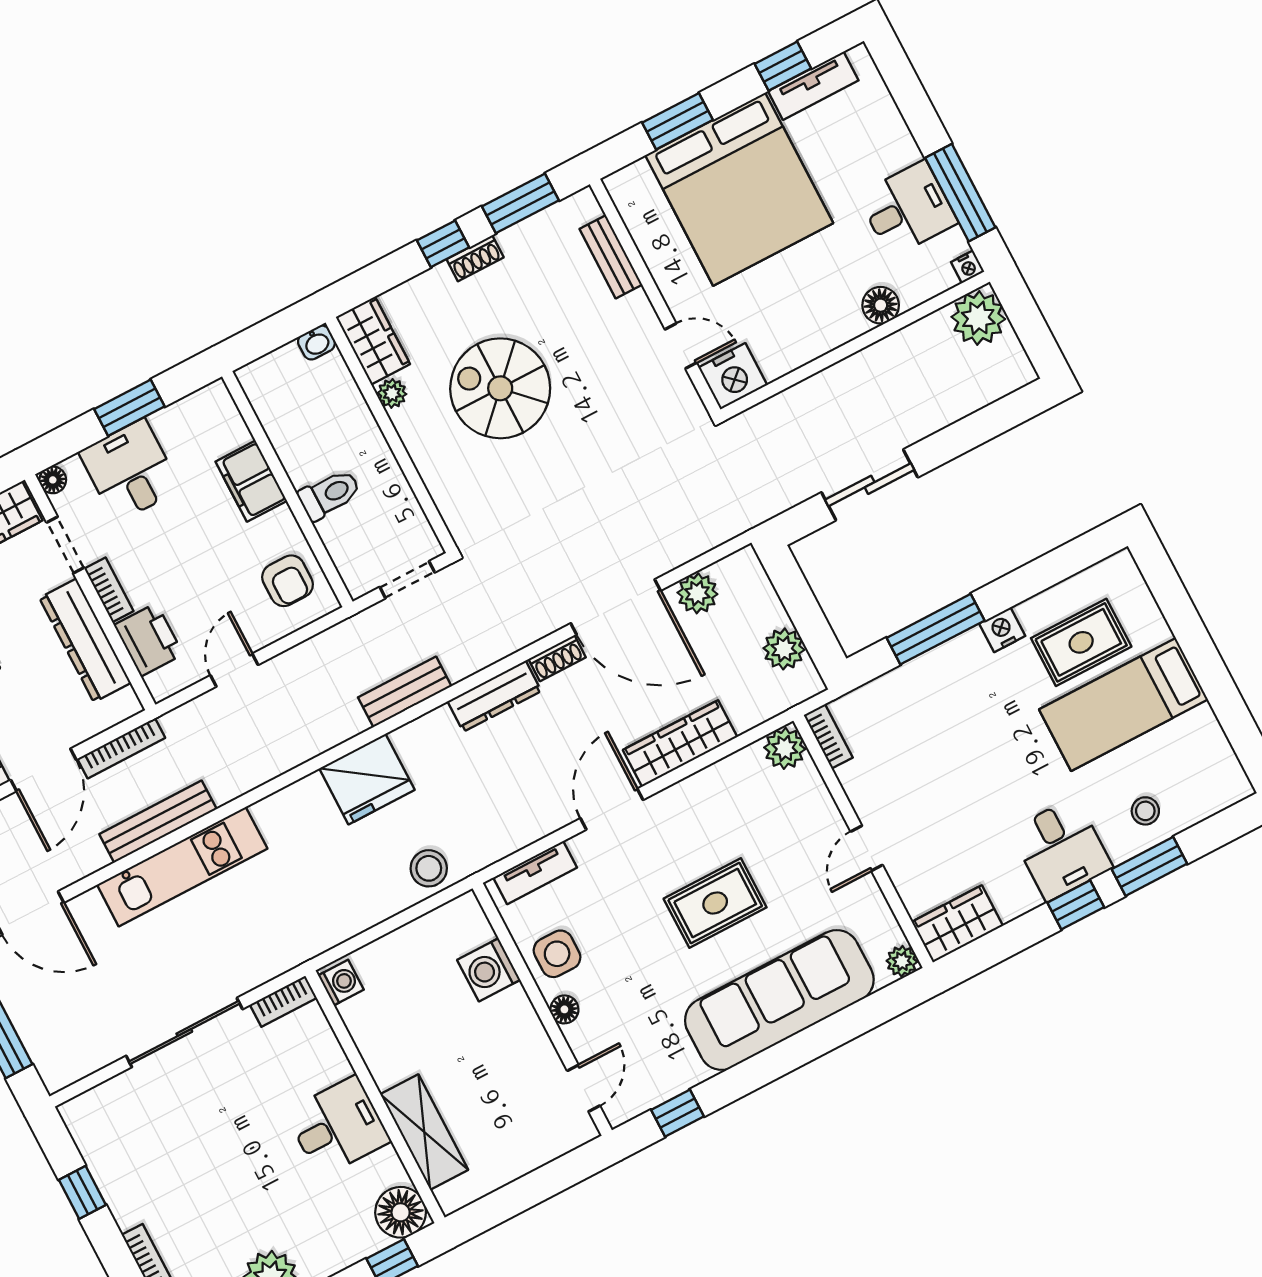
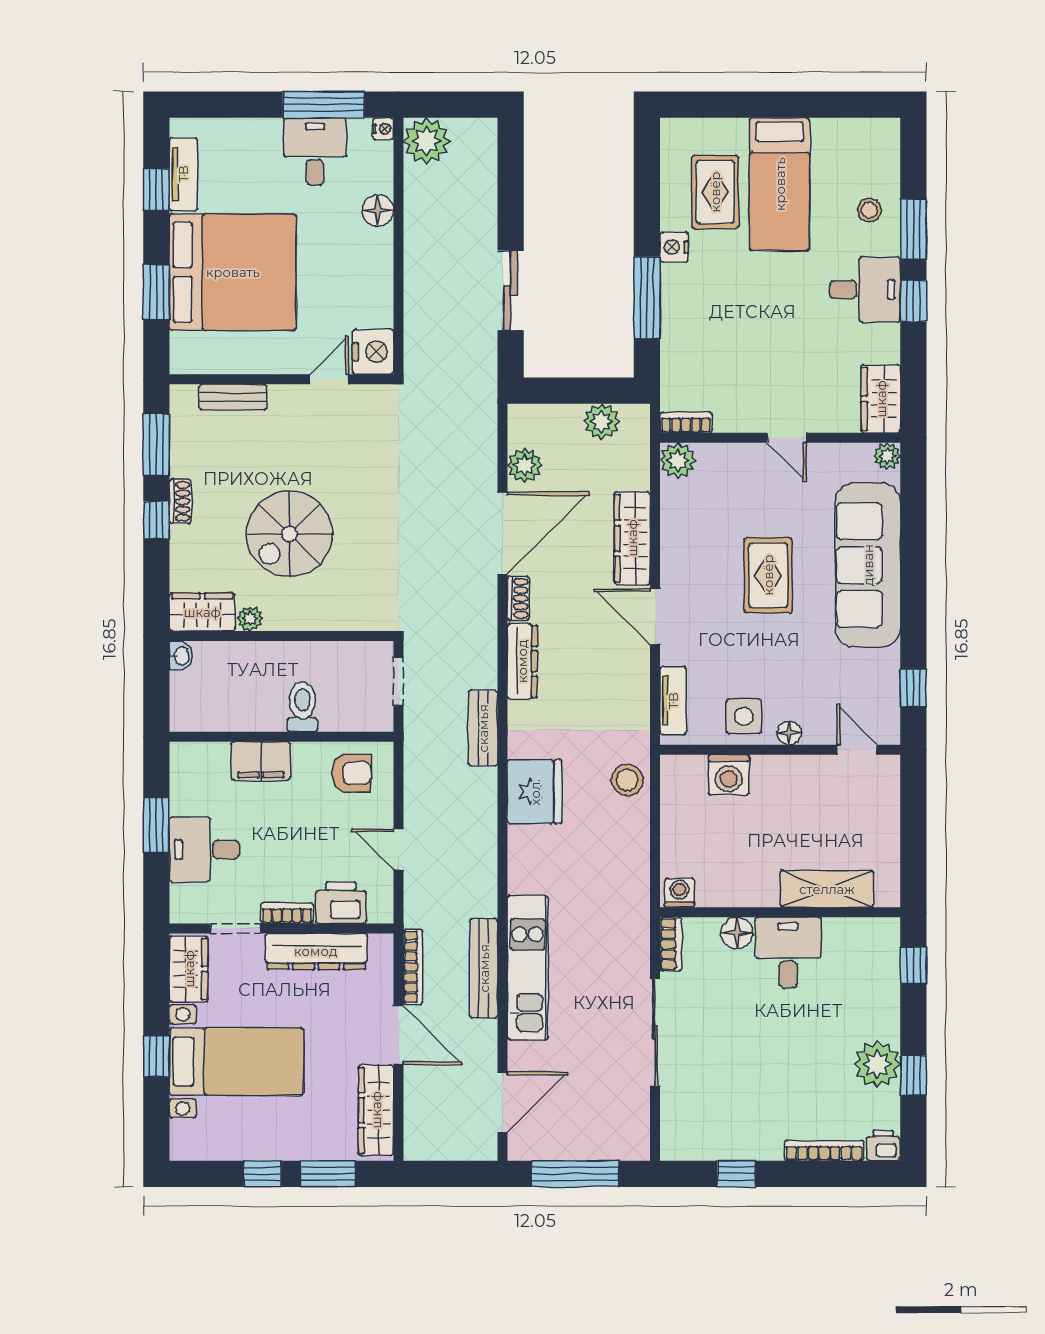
floor lamp: (53, 480) -> (181, 912), removed
floor lamp: (401, 1212) -> (737, 933), moved, width x0.73, depth x0.73

